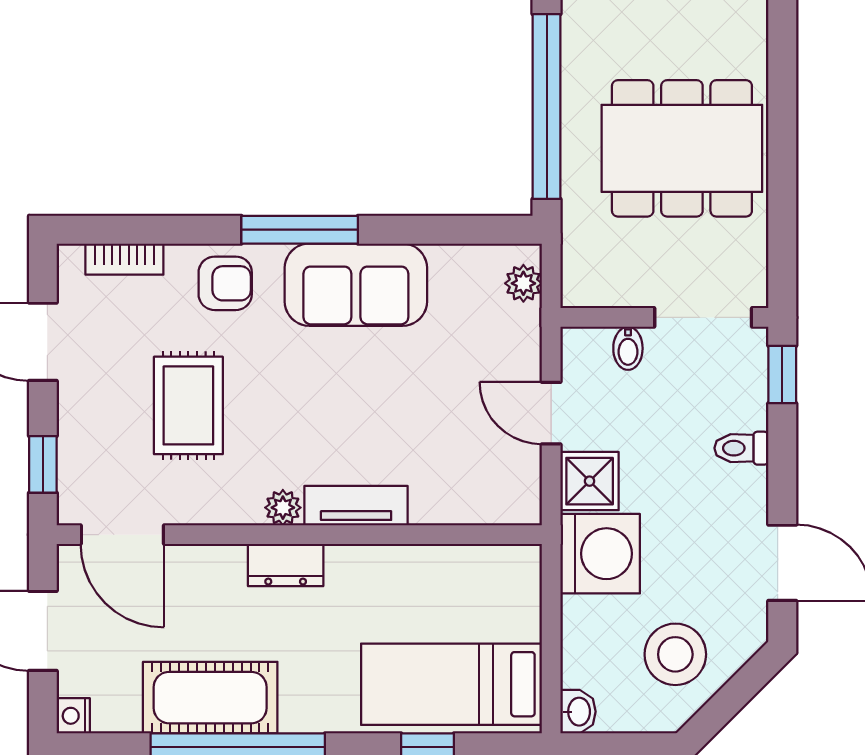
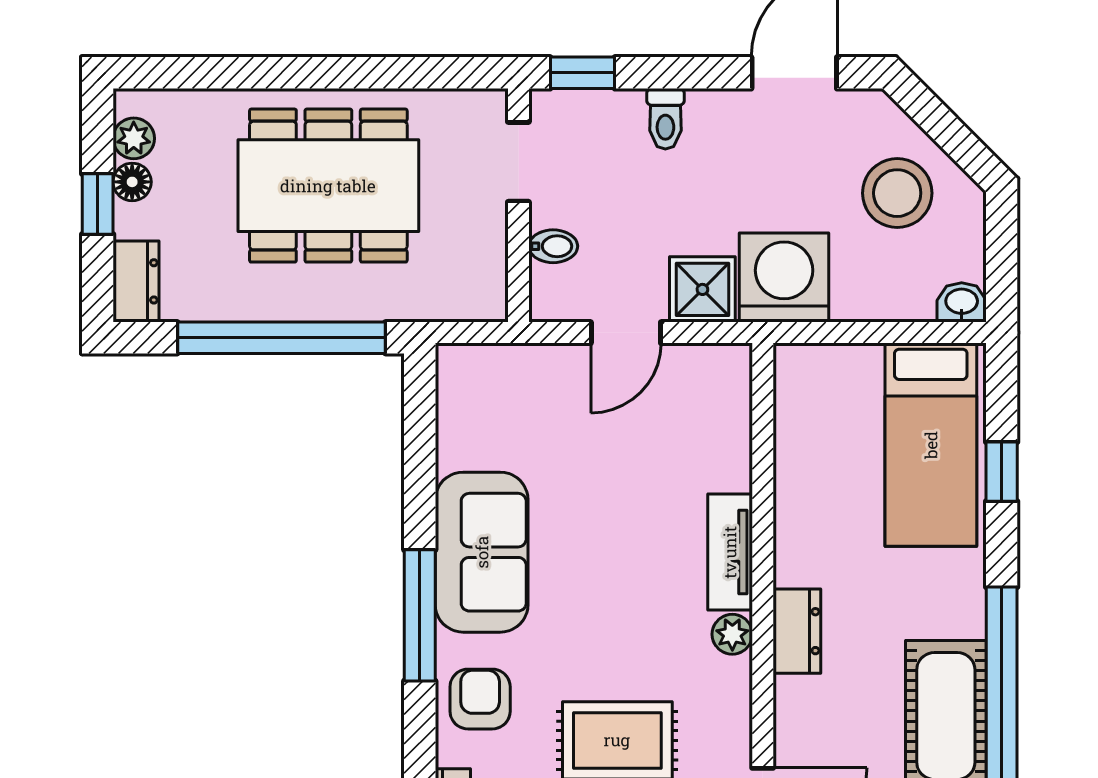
dining table: (682, 148) -> (328, 186), turned 90
plant: (523, 283) -> (480, 364), removed
doorway: (703, 317) -> (518, 162), width x0.73

